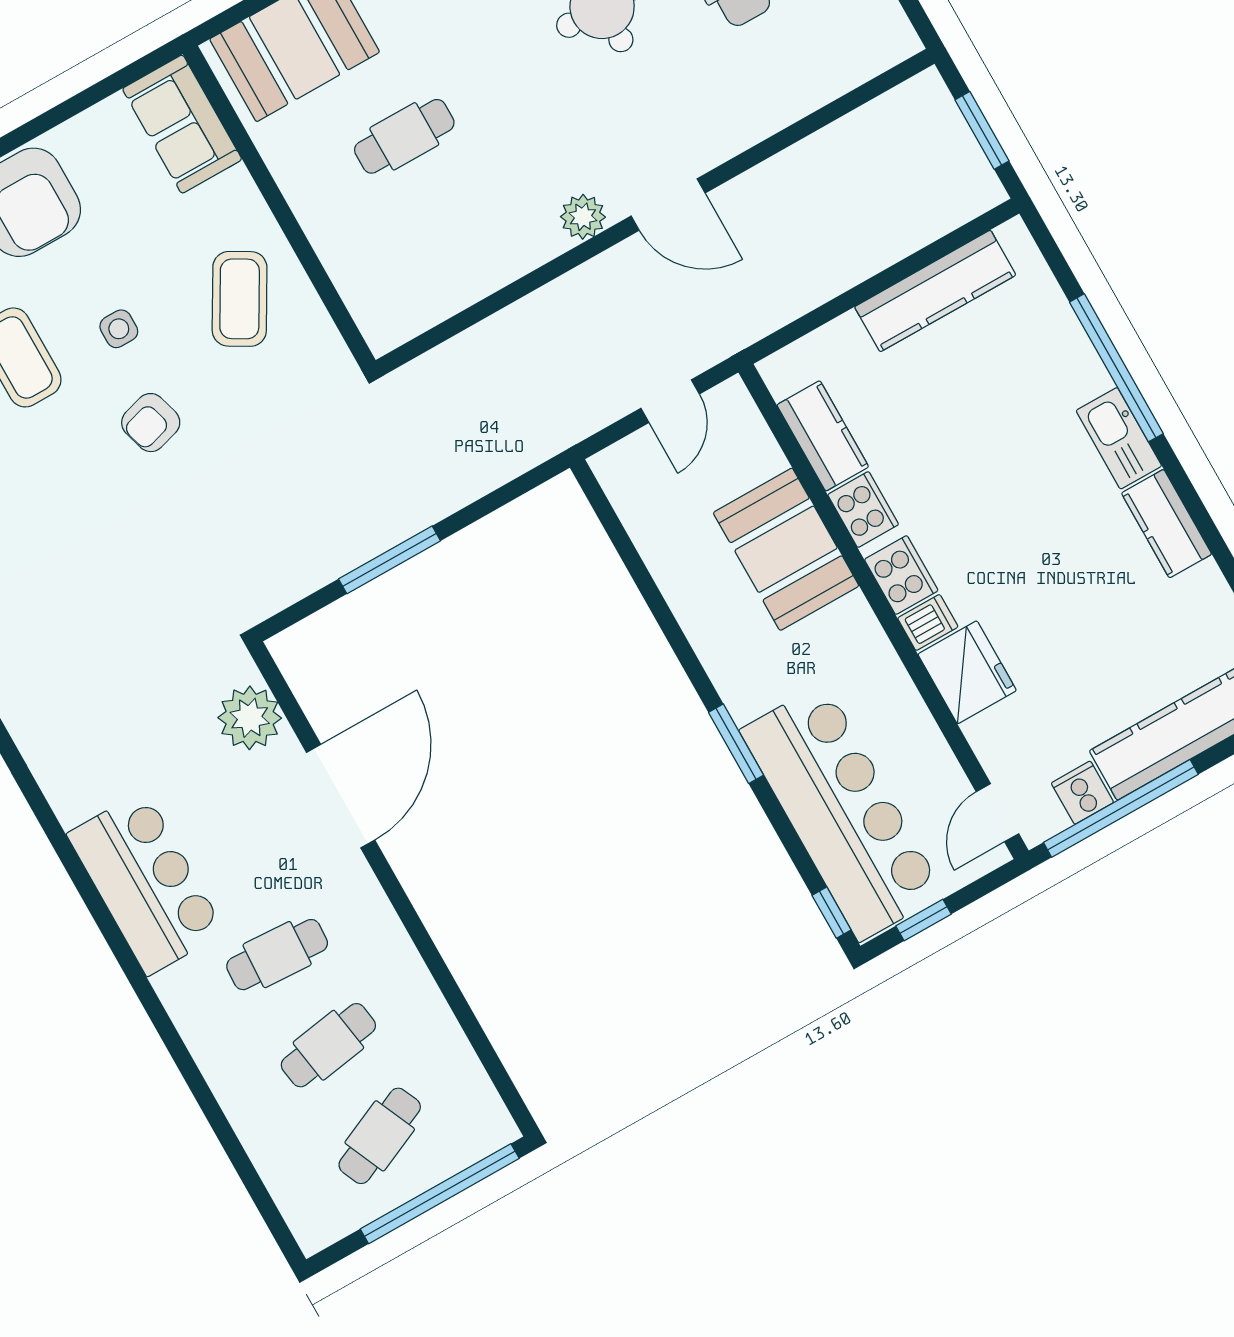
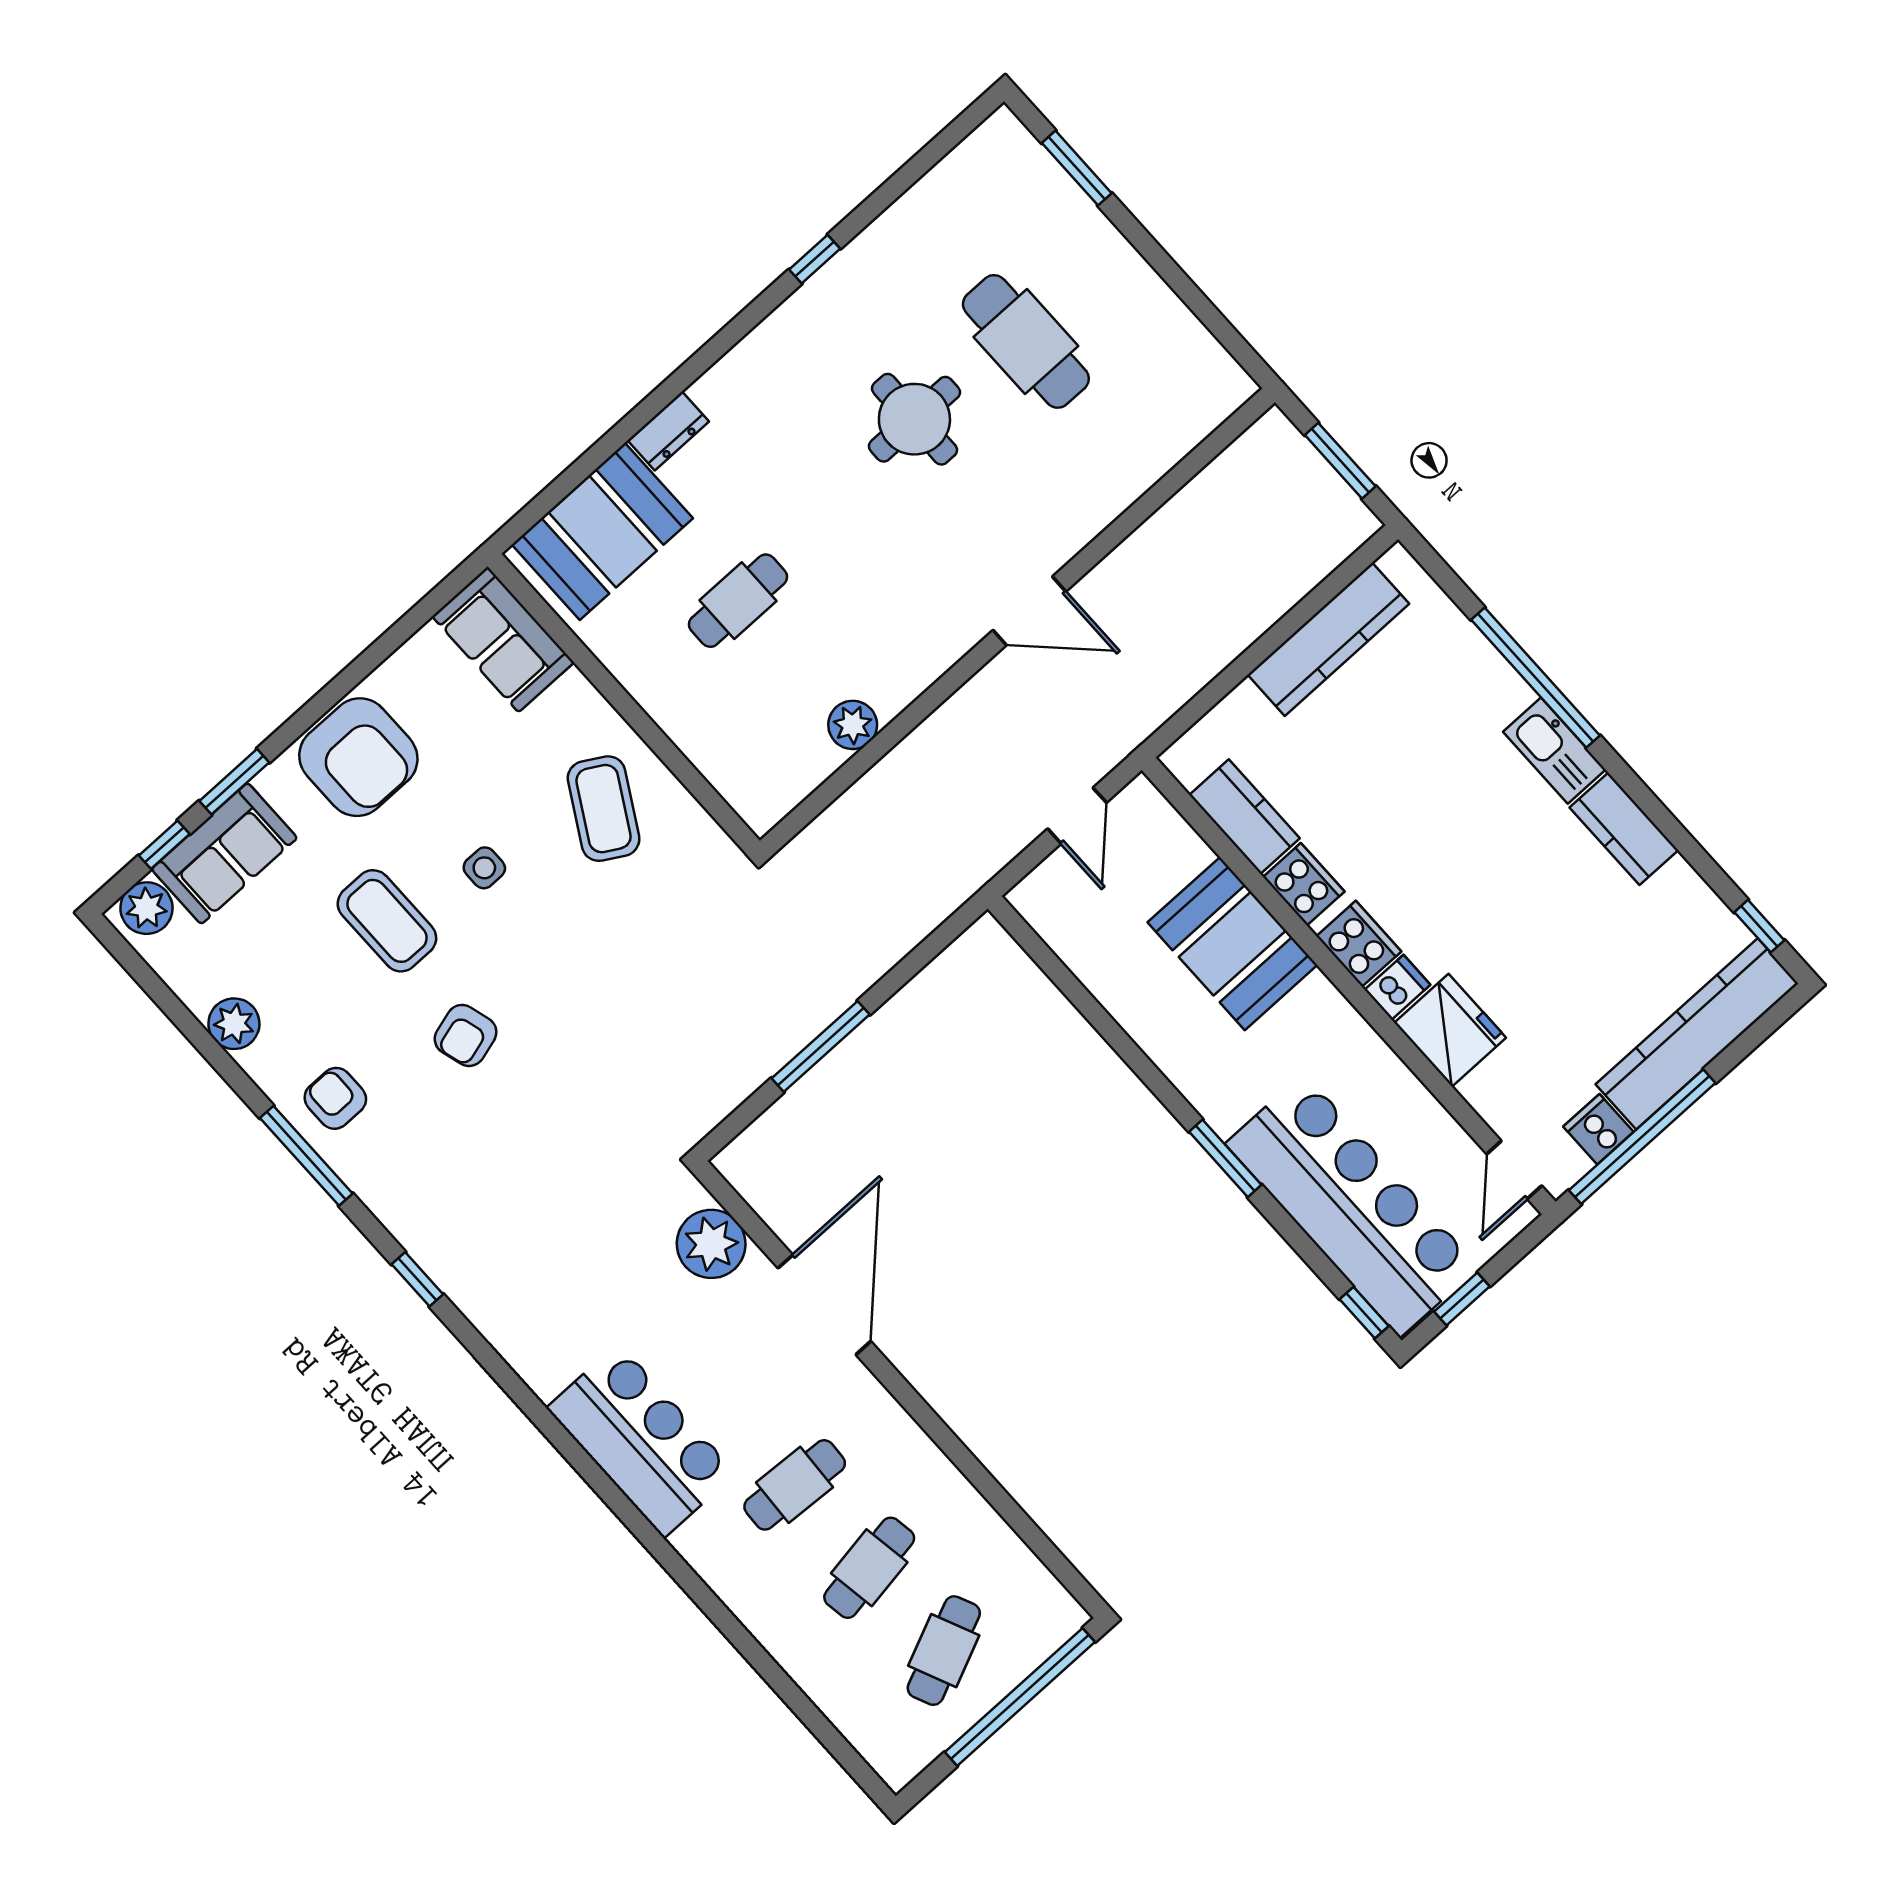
plant: (583, 217) -> (853, 725), moved
armchair: (151, 423) -> (466, 1035), moved

